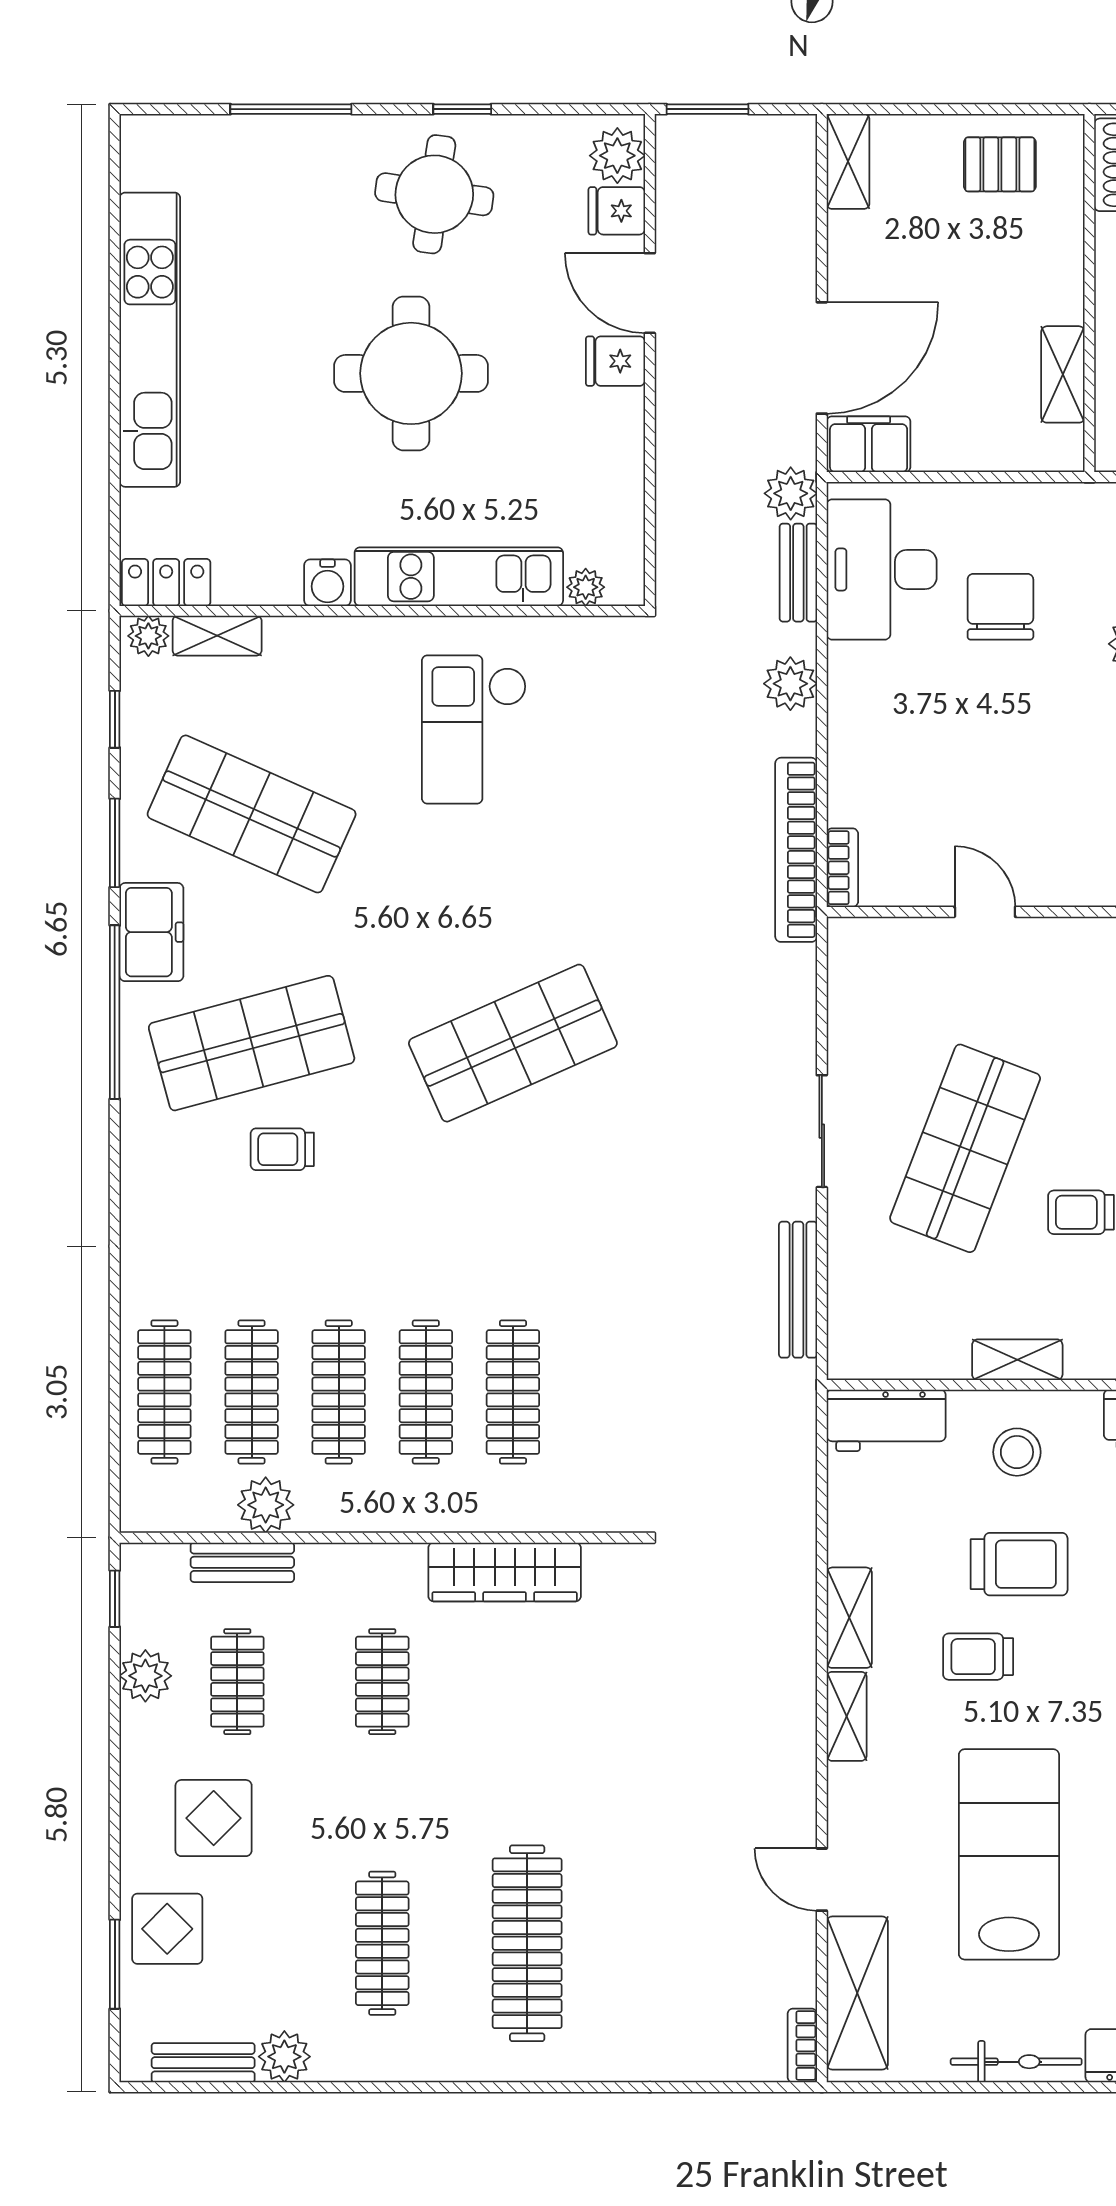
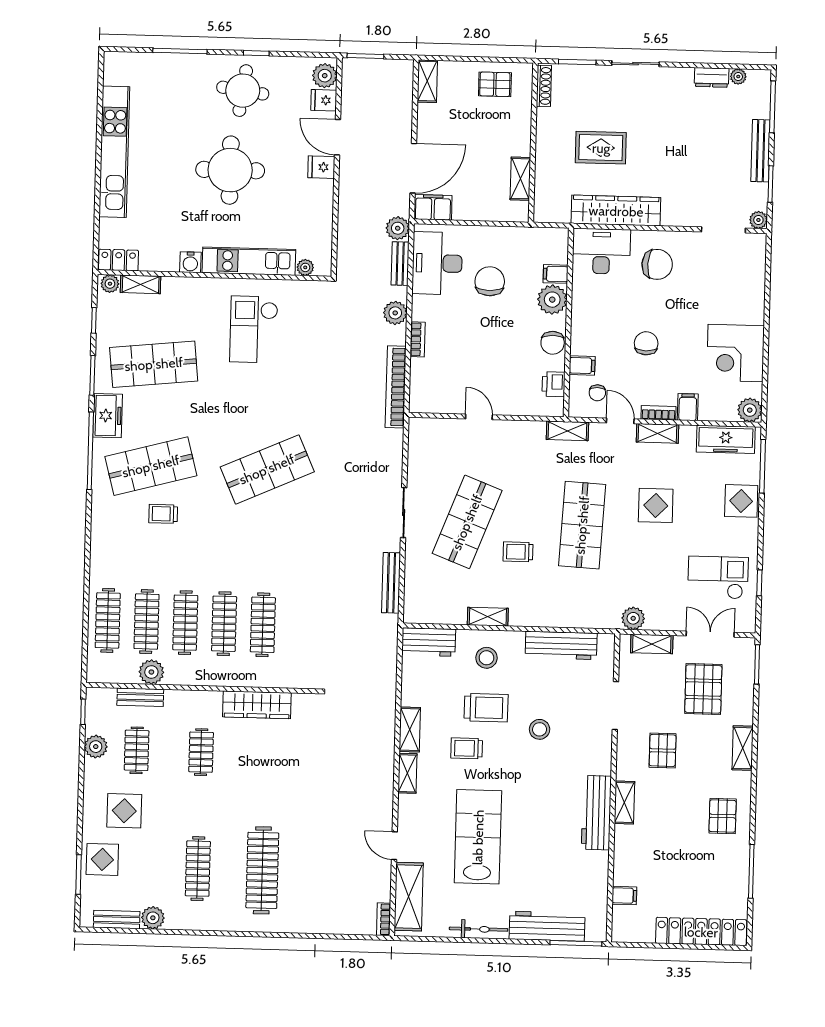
shop shelf: (252, 814) -> (154, 364), turned -30
bookcase: (842, 868) -> (418, 339), moved

